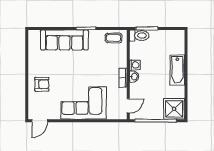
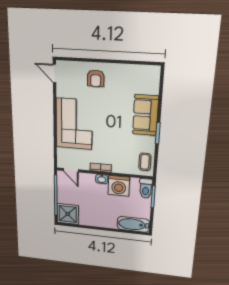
sofa: (64, 40) -> (146, 115), width x0.73
washing machine: (135, 65) -> (119, 186), width x1.89, depth x1.89
bathtub: (177, 70) -> (133, 224), moved

